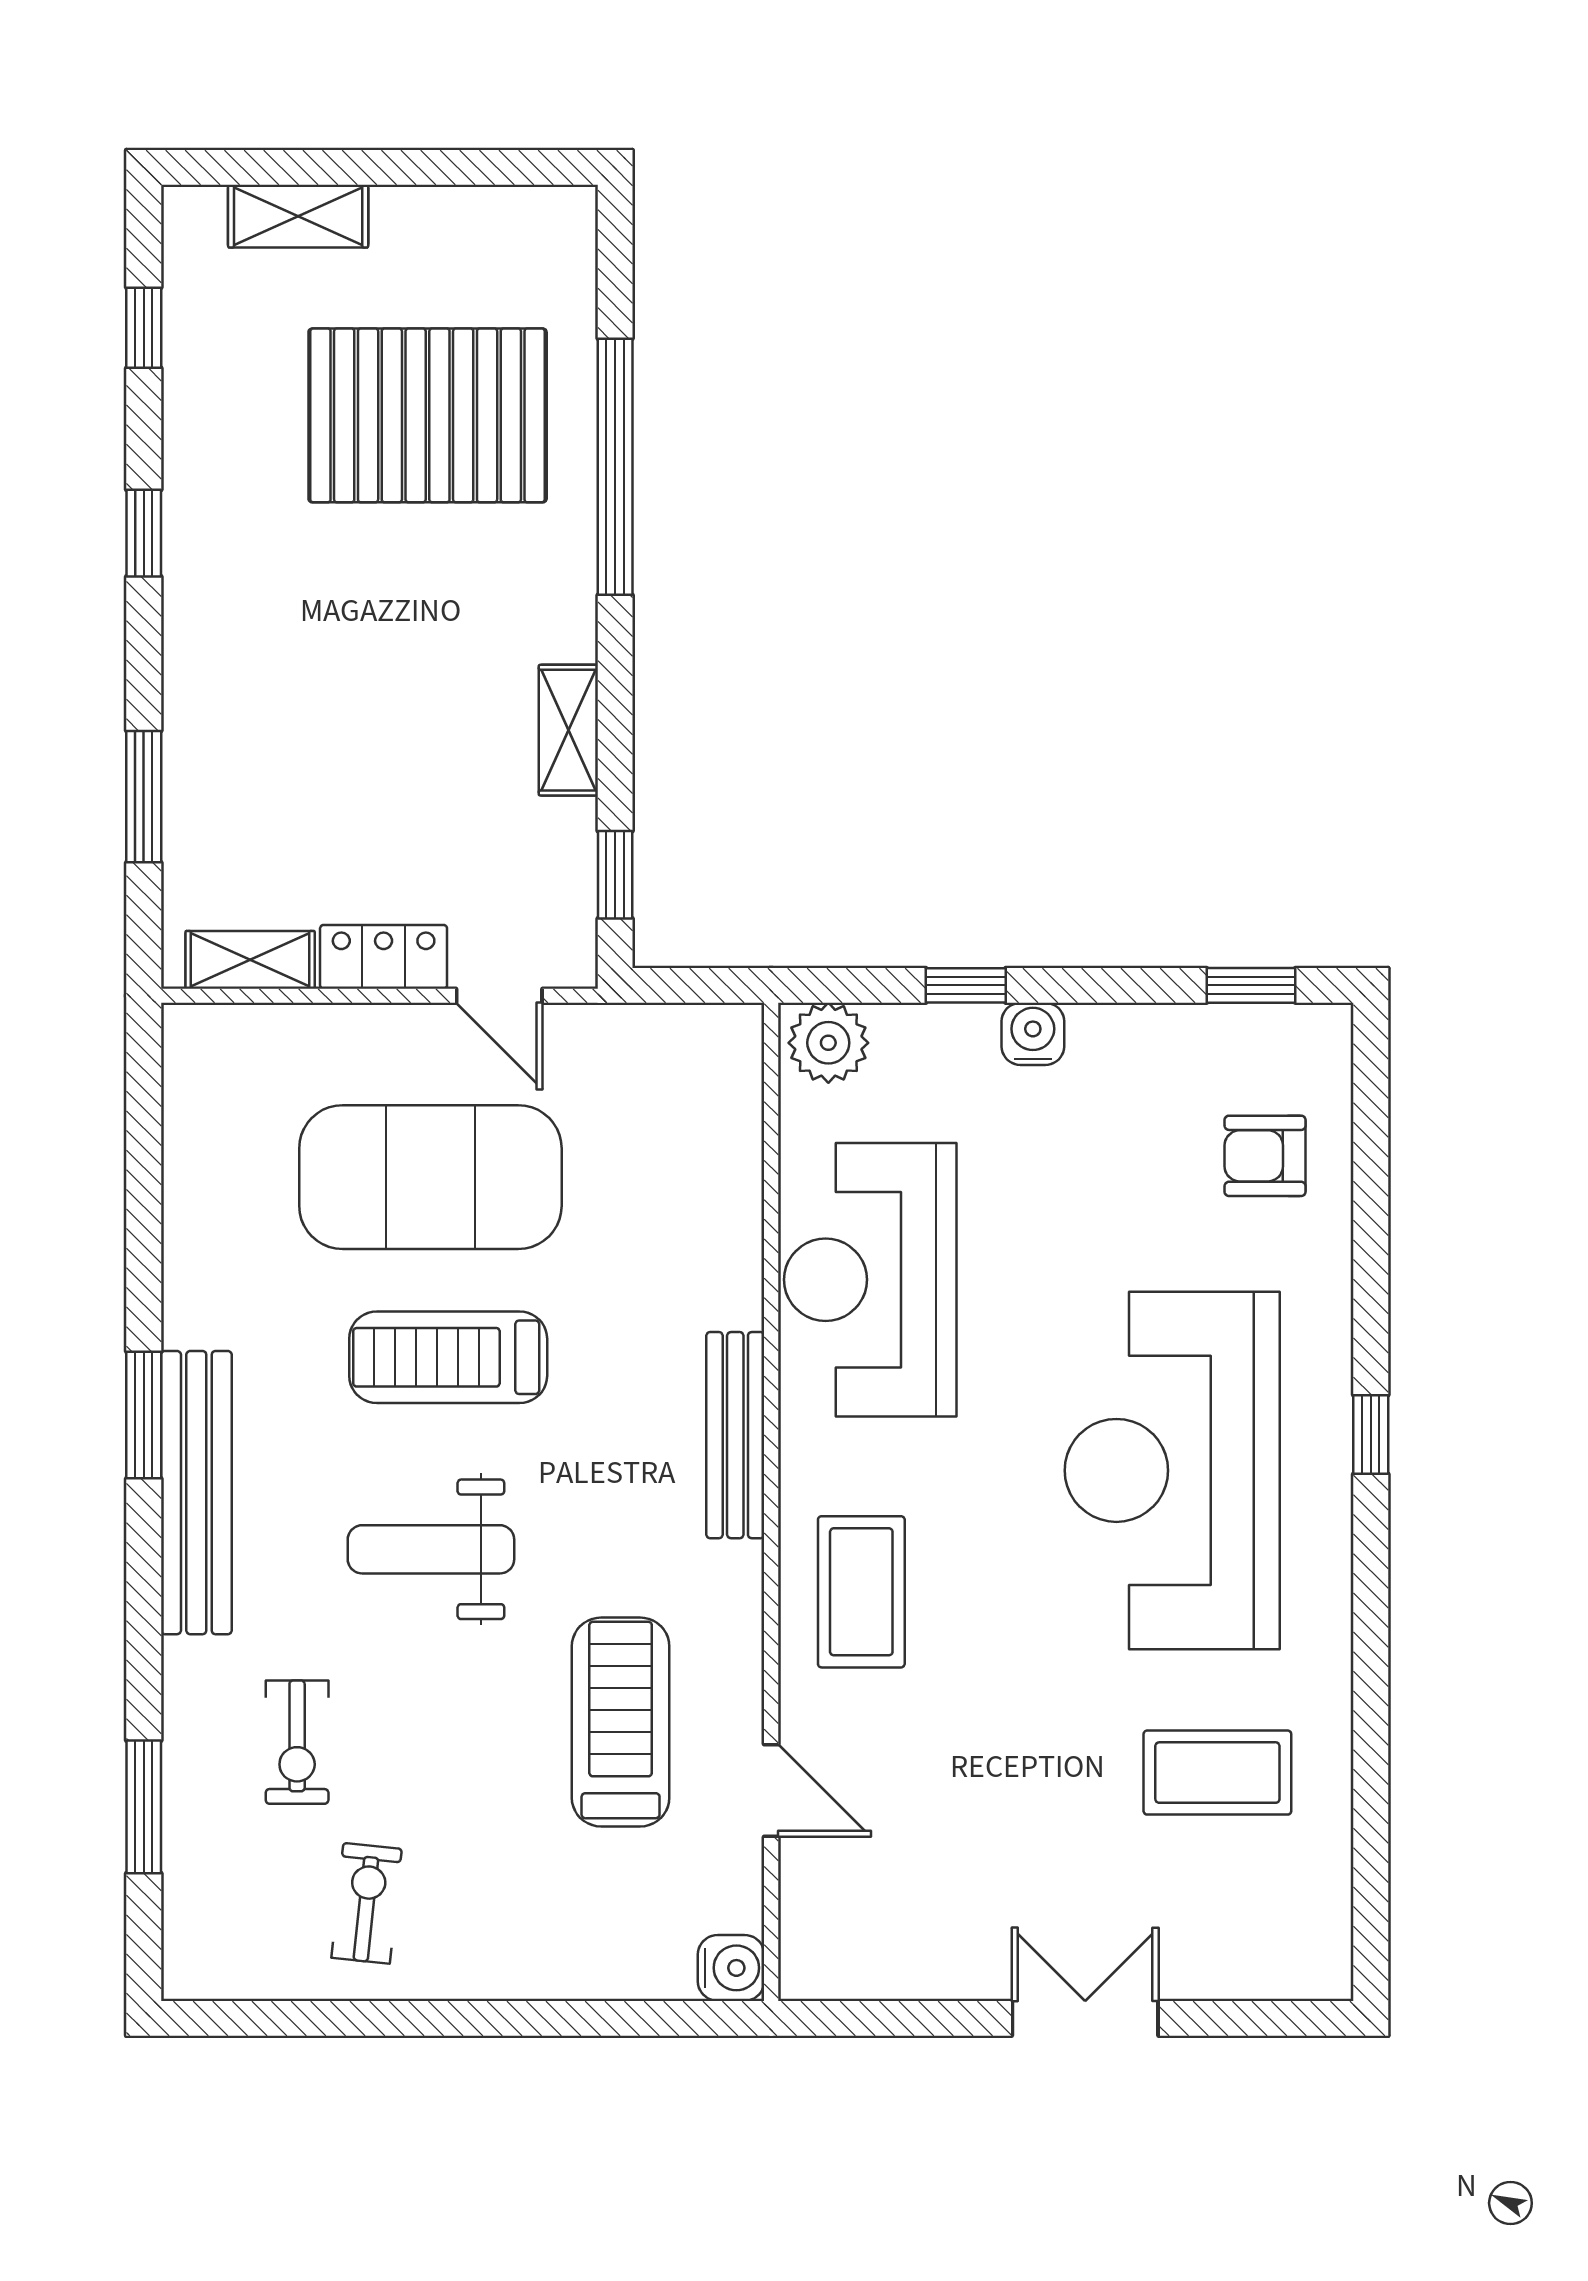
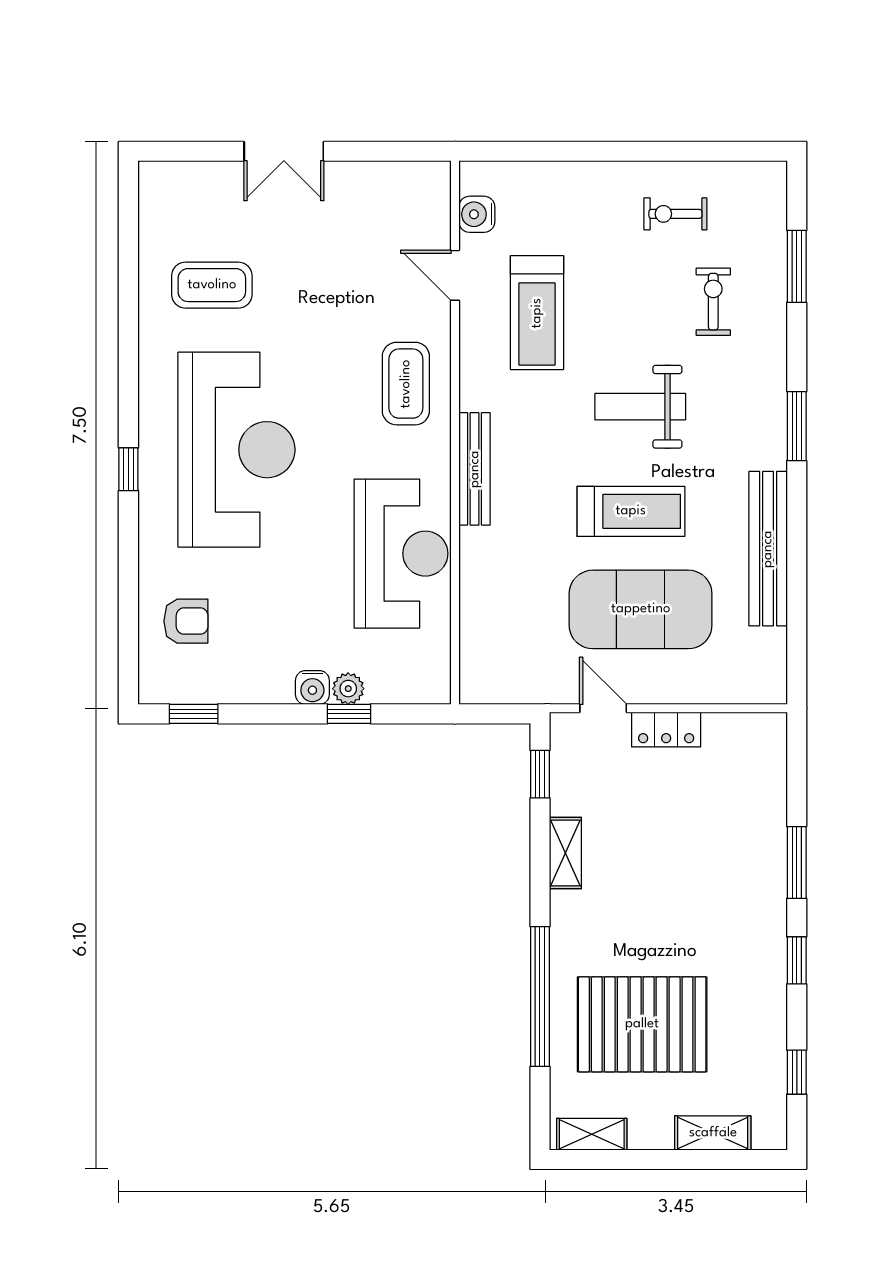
window: (144, 797) -> (797, 863), moved
shelving: (250, 960) -> (592, 1134), moved
plant: (828, 1043) -> (348, 689), moved, width x0.73, depth x0.73
window: (144, 1415) -> (797, 426), moved
bench: (196, 1493) -> (768, 549), moved
weight bench: (431, 1549) -> (640, 407), turned 180
exercise bike: (367, 1903) -> (675, 214), turned 84
water cooler: (731, 1968) -> (477, 214), moved

